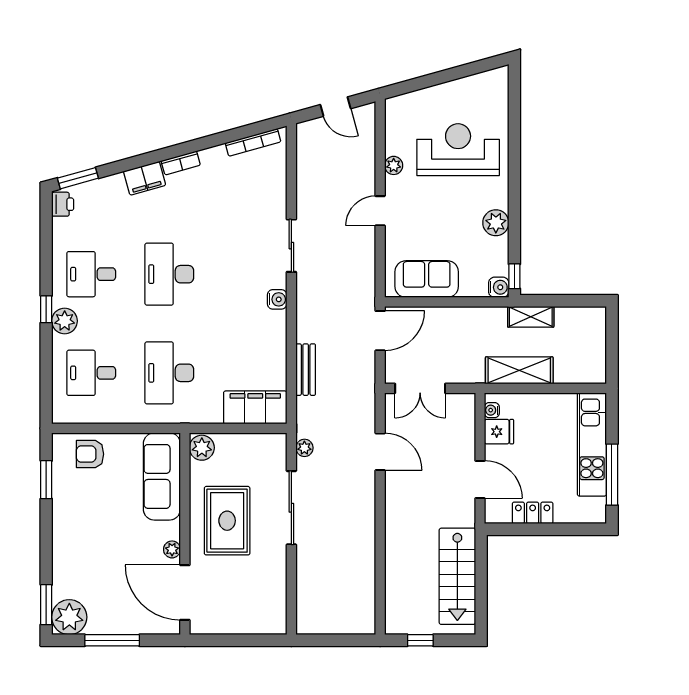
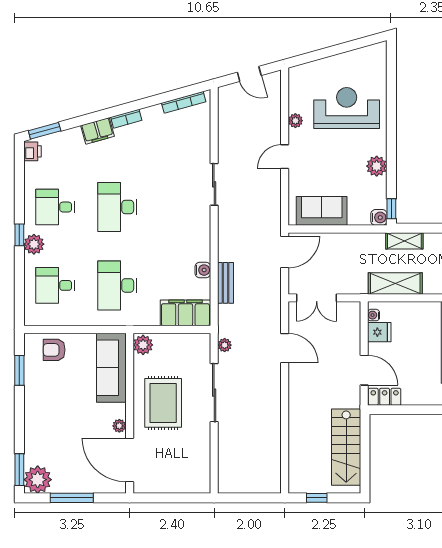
water cooler: (277, 299) -> (203, 270), moved
locker: (533, 513) -> (385, 397), moved

